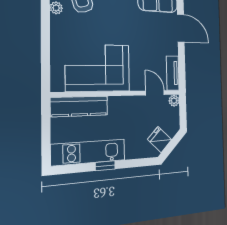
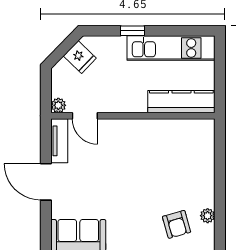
door: (181, 28) -> (46, 182), moved
corner sofa: (98, 68) -> (159, 147), removed
window: (105, 166) -> (133, 31), moved

